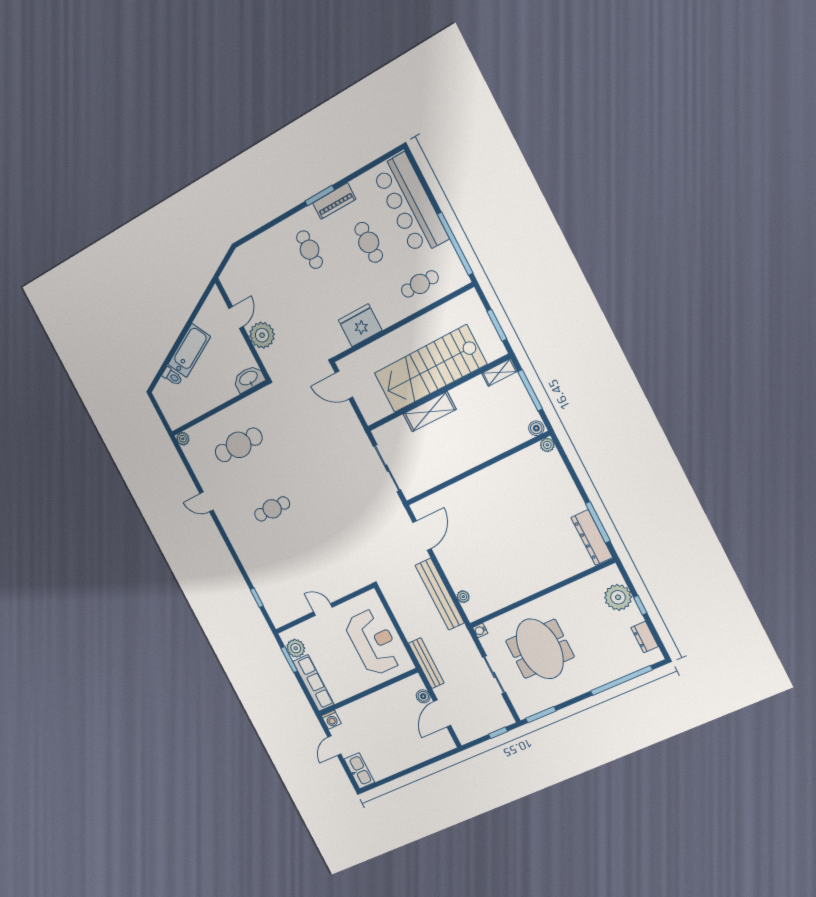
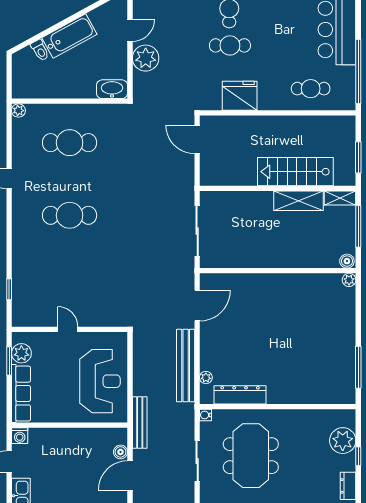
cafe table: (369, 242) -> (230, 45), moved, turned 90
stairs: (430, 369) -> (295, 172), width x0.73, depth x0.66
shelving: (430, 412) -> (298, 201), moved
cafe table: (272, 509) -> (70, 215), width x1.37, depth x1.35
dresser: (592, 537) -> (240, 395), moved, turned 90

